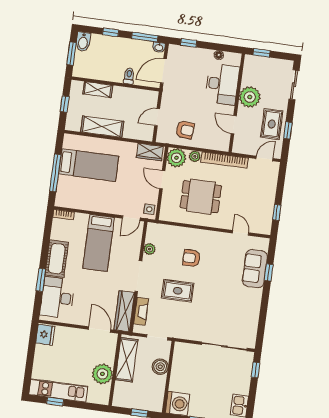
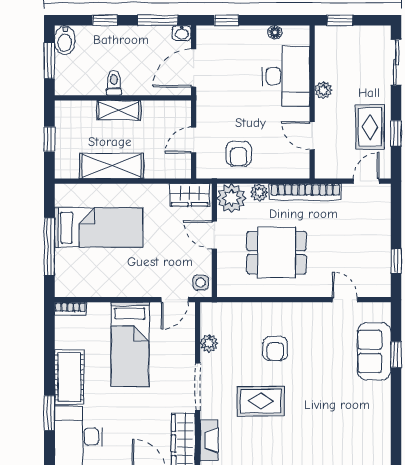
toilet: (129, 76) -> (114, 83), moved
shelving: (98, 90) -> (119, 110), moved
plant: (250, 97) -> (323, 90), width x0.53, depth x0.53
armchair: (185, 130) -> (239, 154), turned 85
armchair: (192, 258) -> (275, 348), turned -90

